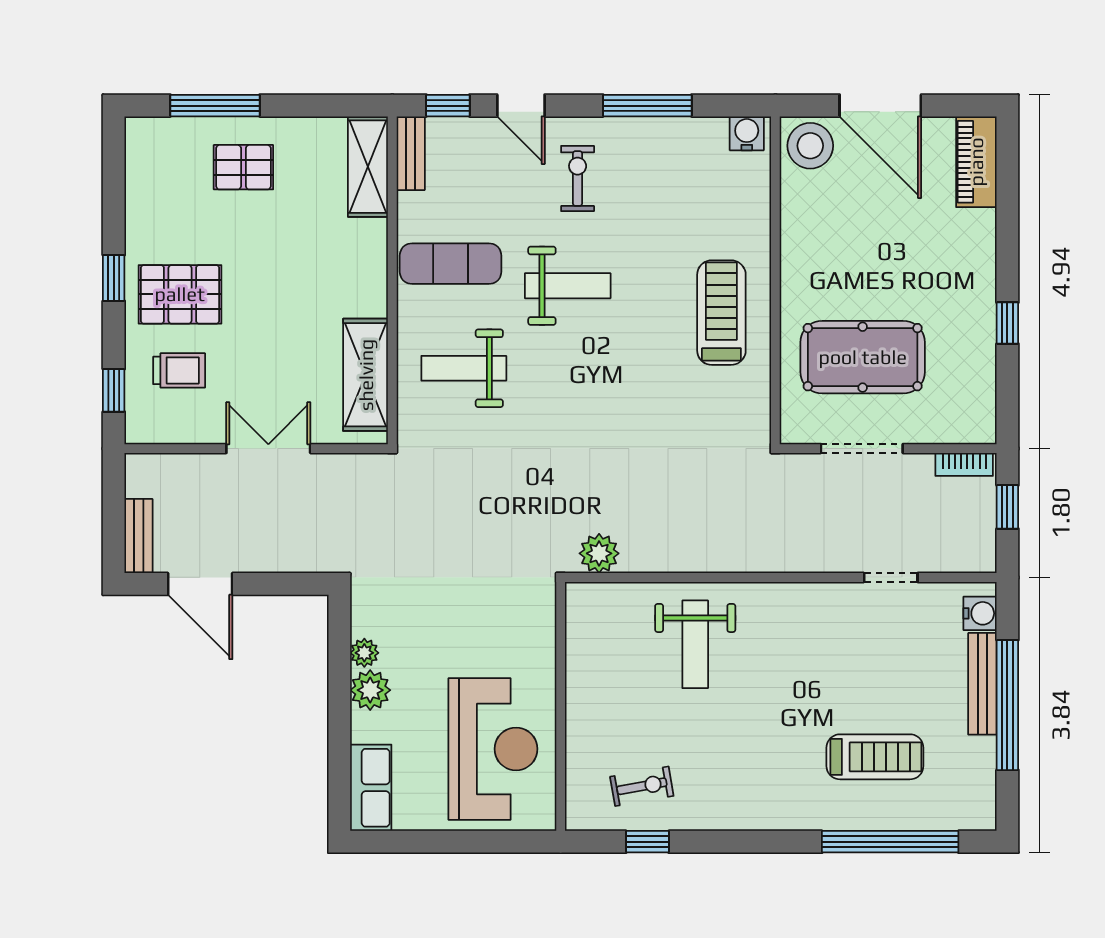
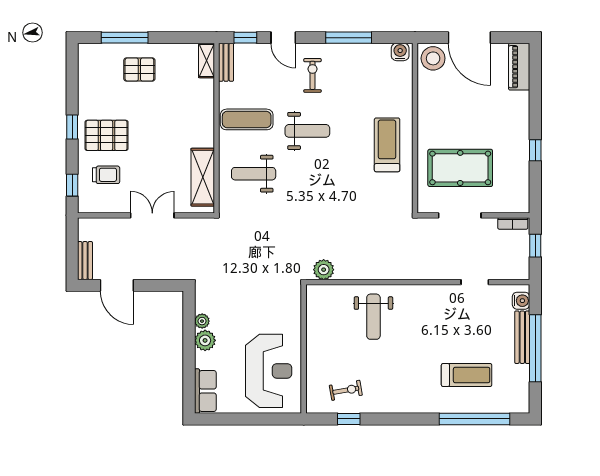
shelving: (368, 167) -> (206, 61), width x0.67, depth x0.75

